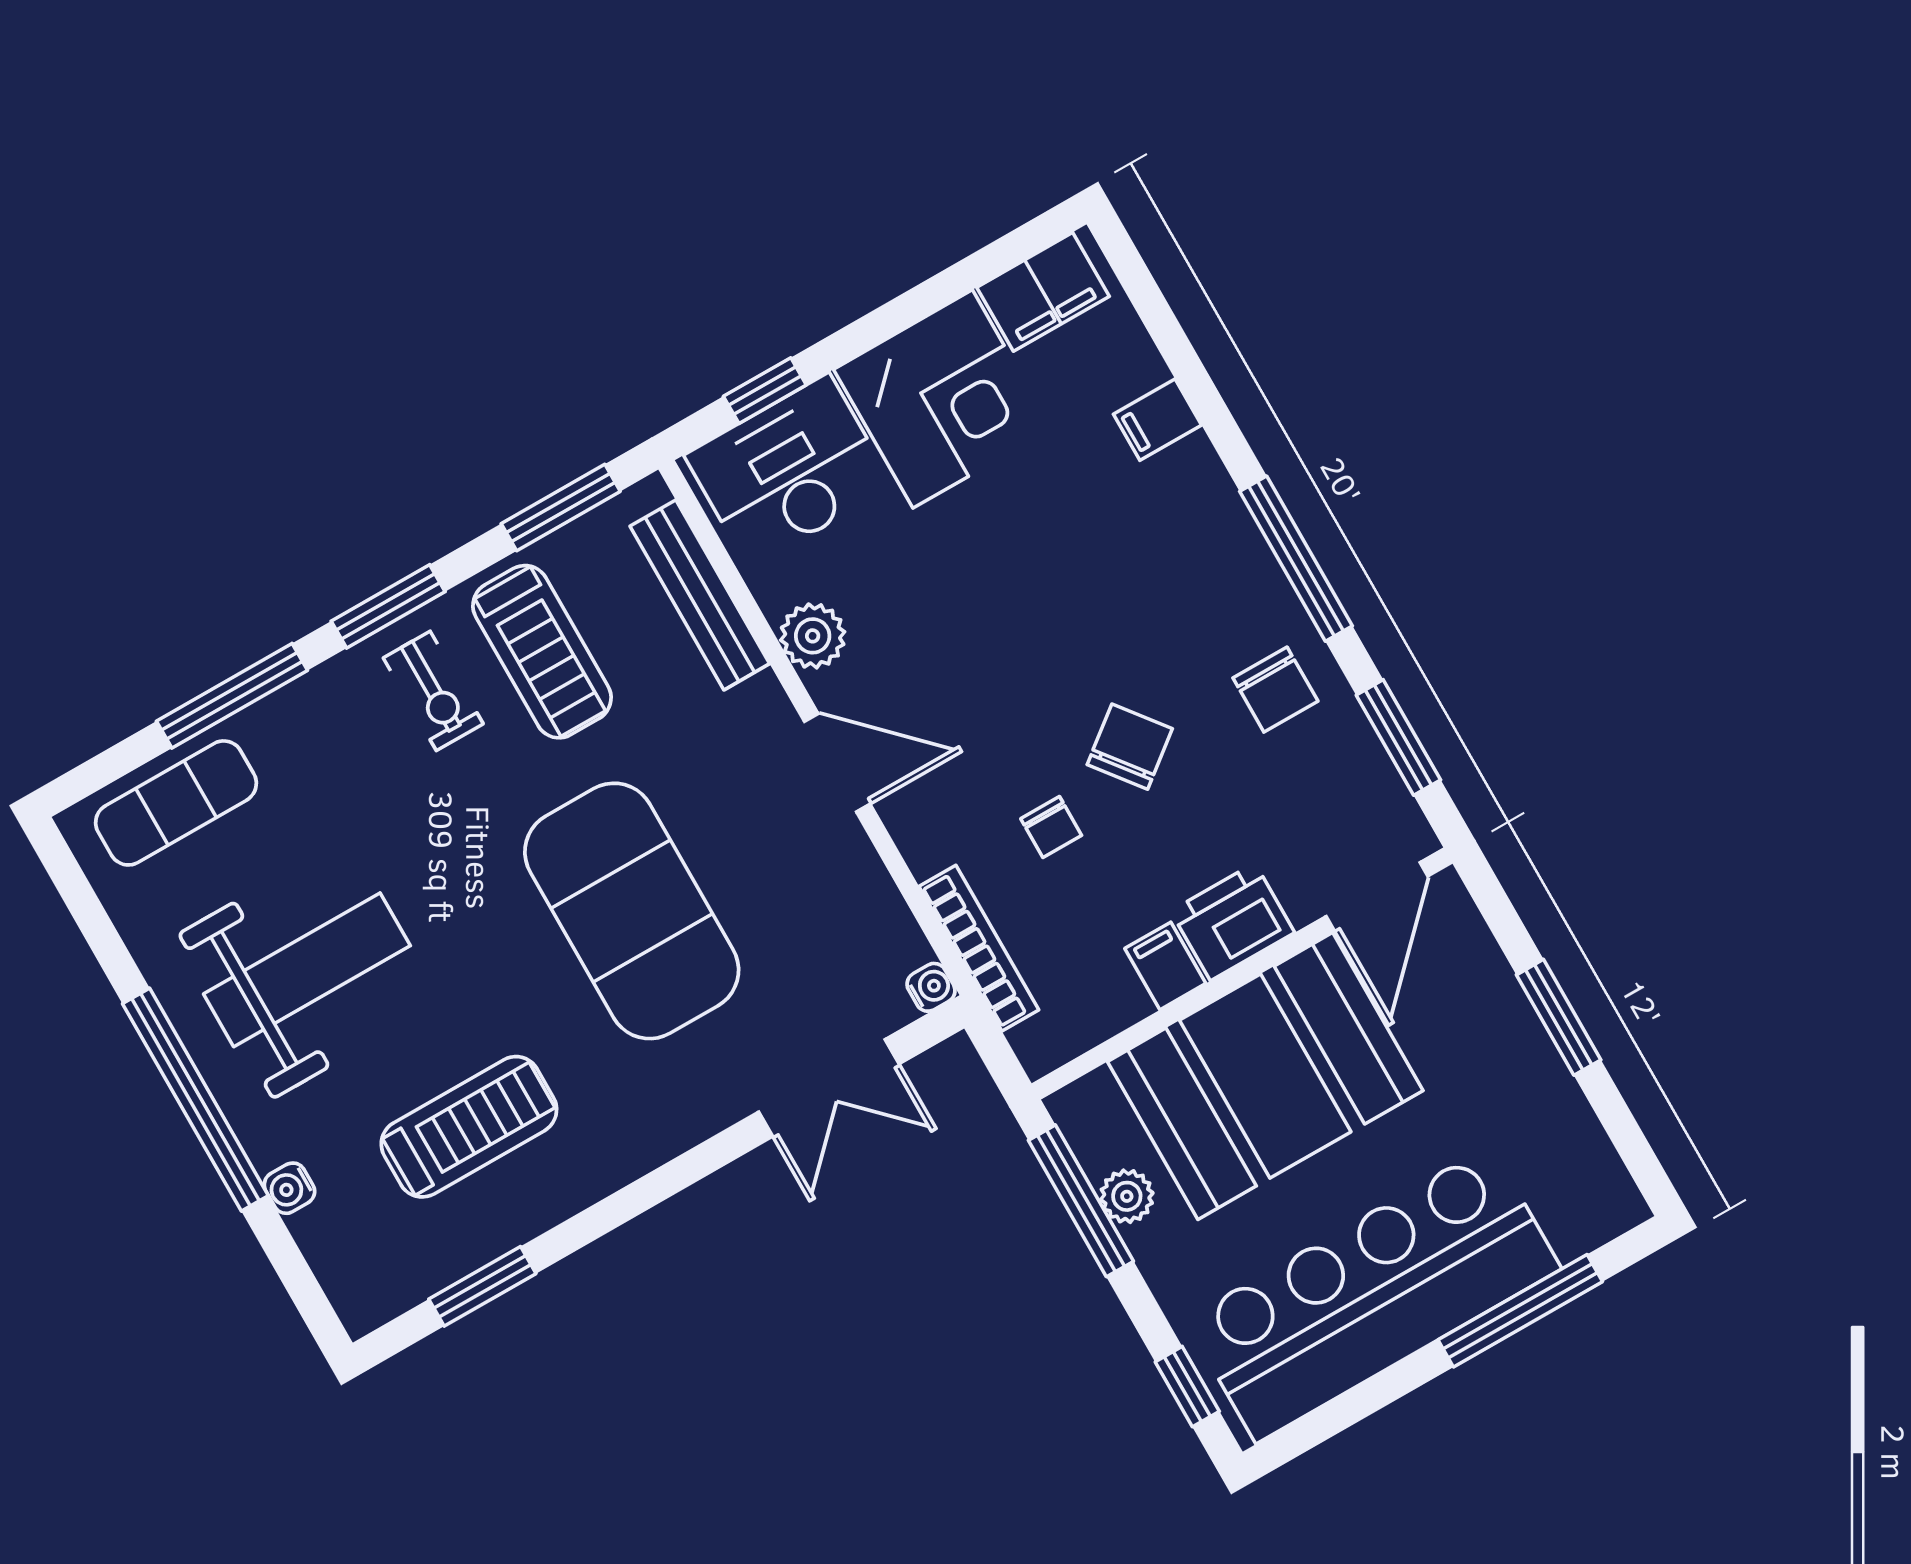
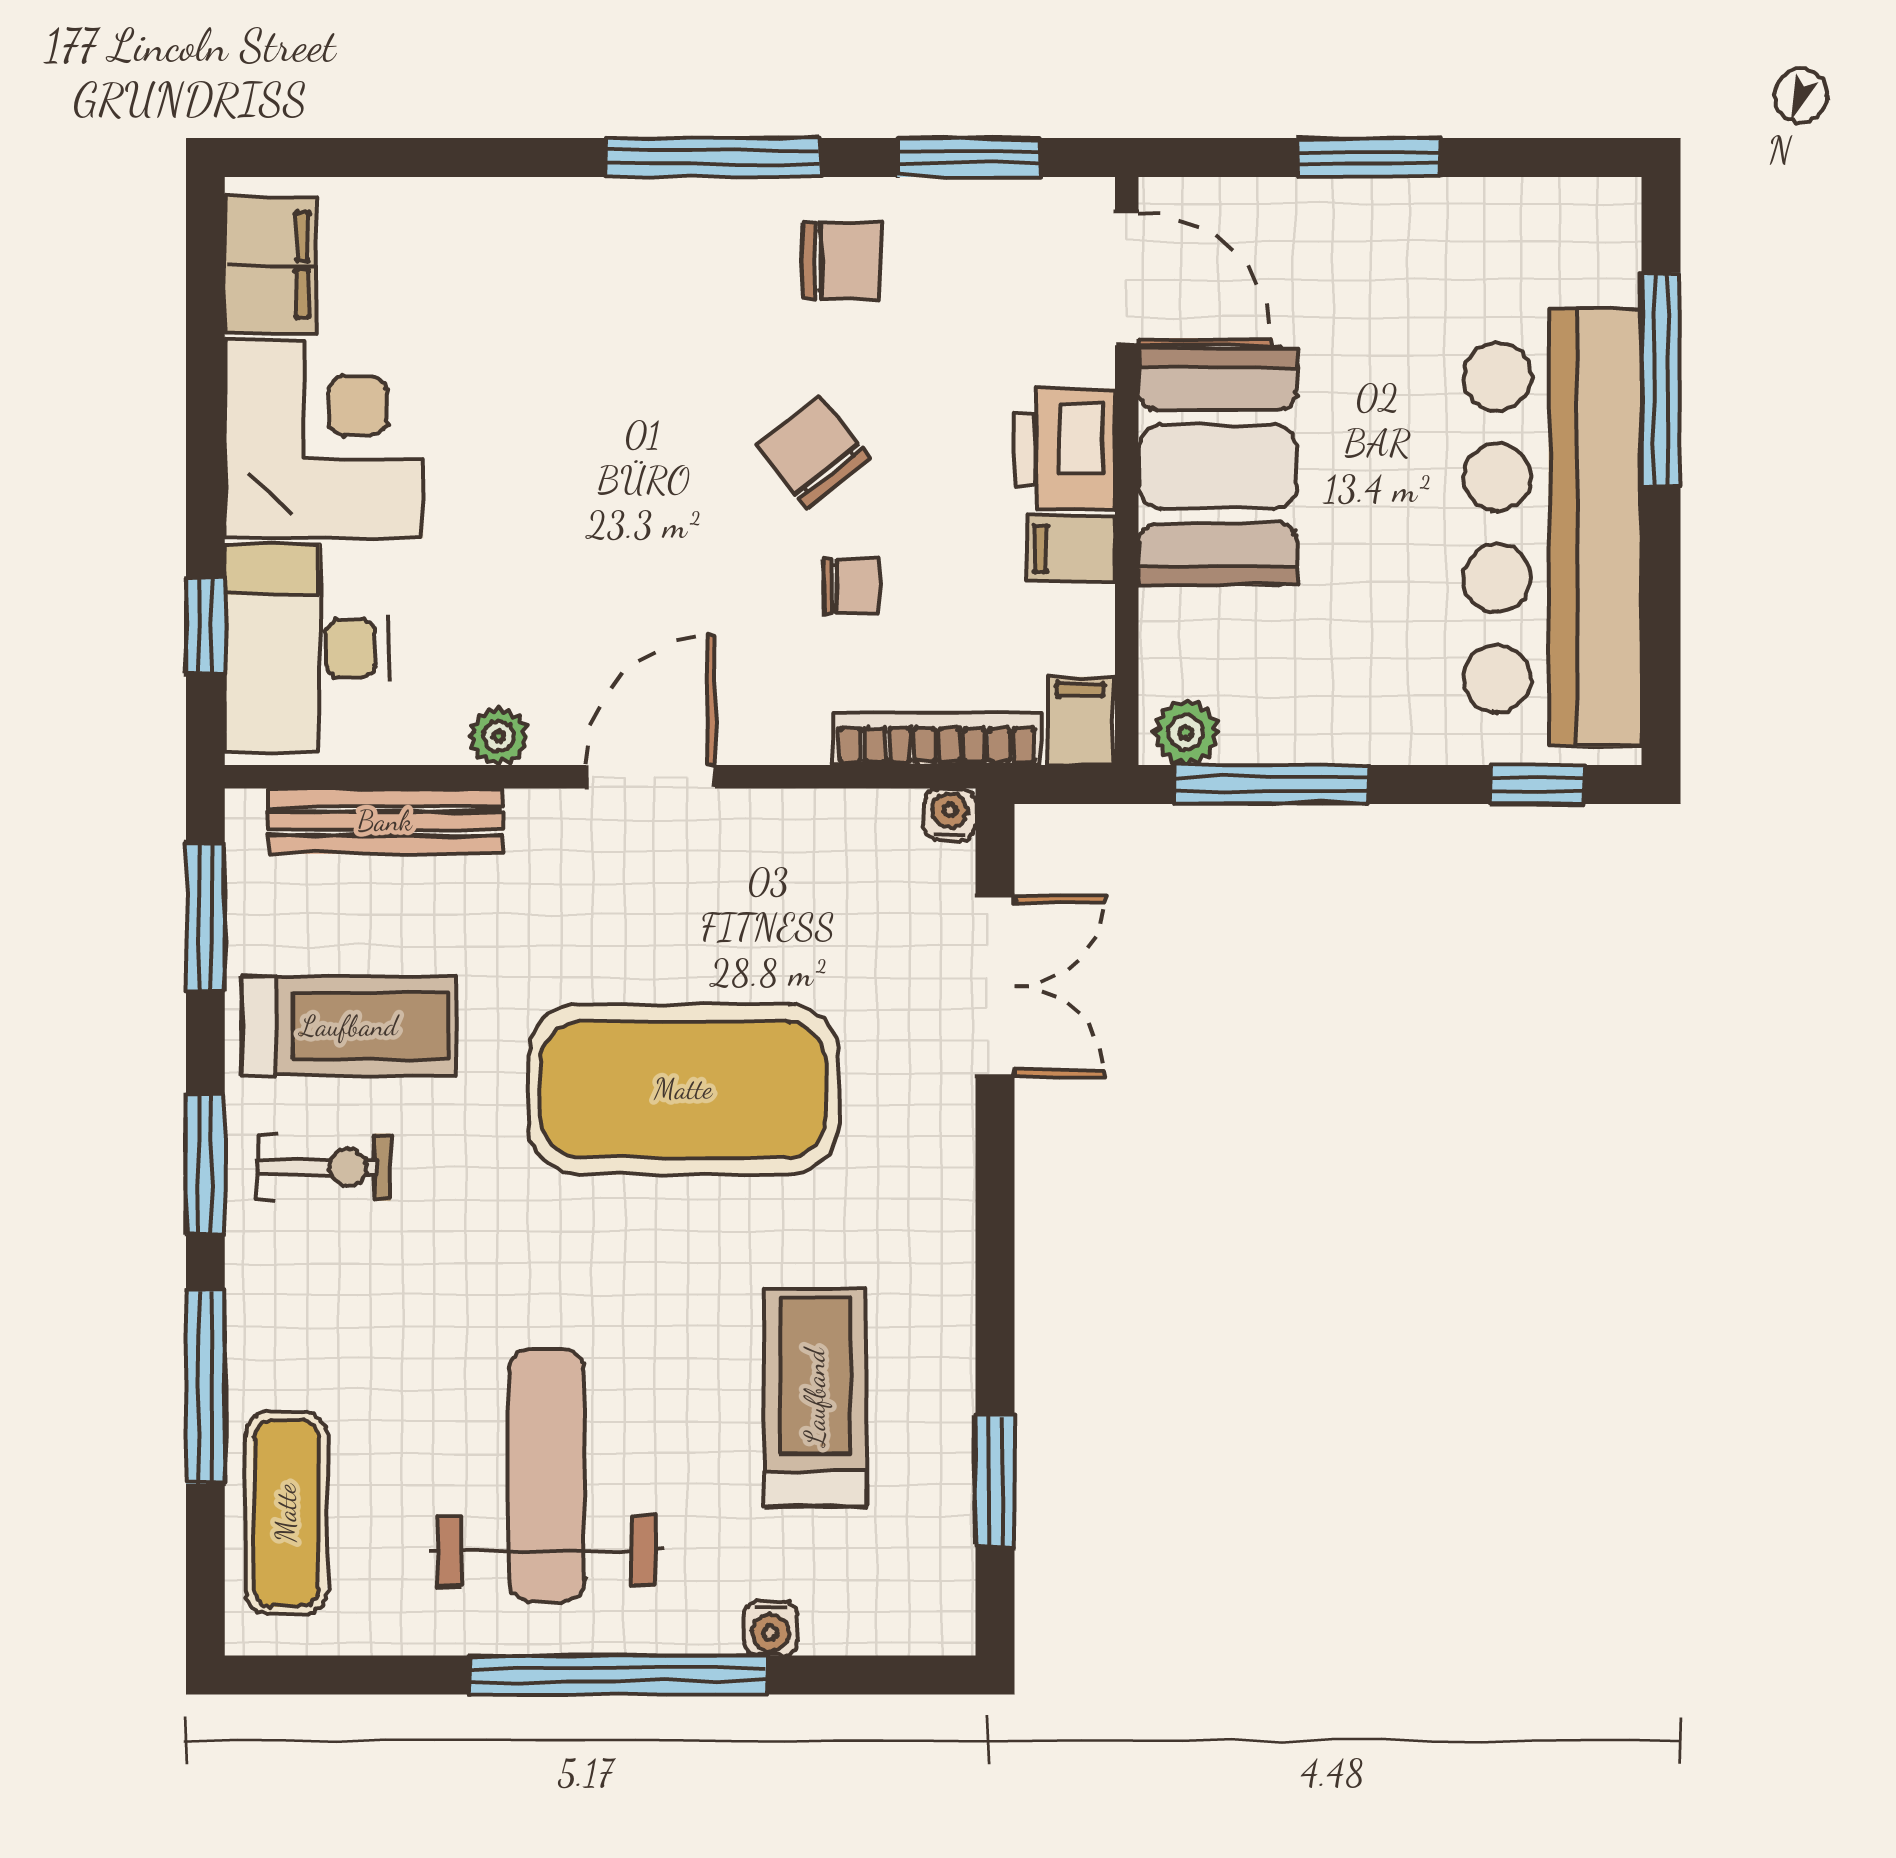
filing cabinet: (1157, 420) -> (1080, 721), moved, turned 180
plant: (813, 636) -> (499, 736), width x0.73, depth x0.73
booth: (1265, 1076) -> (1218, 467), width x0.73, depth x0.70
plant: (1127, 1196) -> (1186, 732), moved

